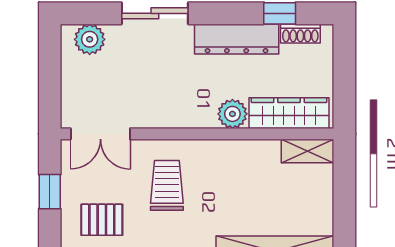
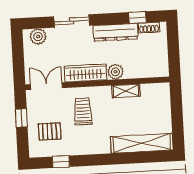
wardrobe: (289, 113) -> (86, 73), moved
double door: (100, 134) -> (46, 86), swing flipped
shelving: (308, 151) -> (126, 91), moved

